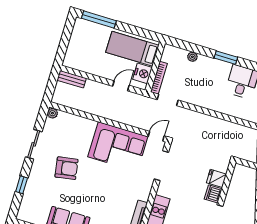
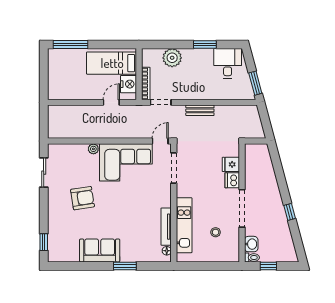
plant: (192, 57) -> (172, 58), width x1.87, depth x1.87
bench: (72, 79) -> (200, 110), moved
plant: (52, 113) -> (93, 149), moved
sliding door: (34, 144) -> (44, 173), moved
window: (22, 185) -> (44, 242), moved

